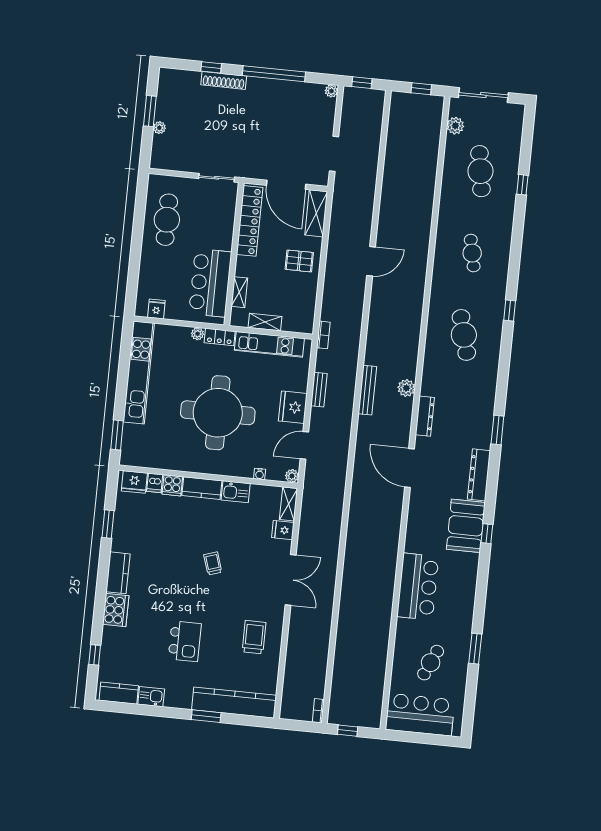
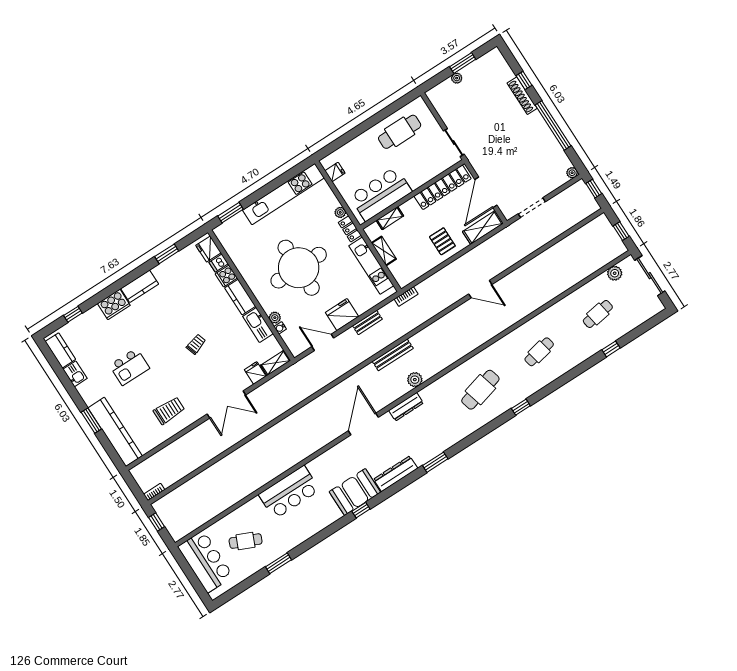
cafe table: (480, 171) -> (598, 314), width x0.73, depth x0.74
plant: (292, 476) -> (275, 318), moved
kitchen sink: (236, 492) -> (258, 325), width x1.38

